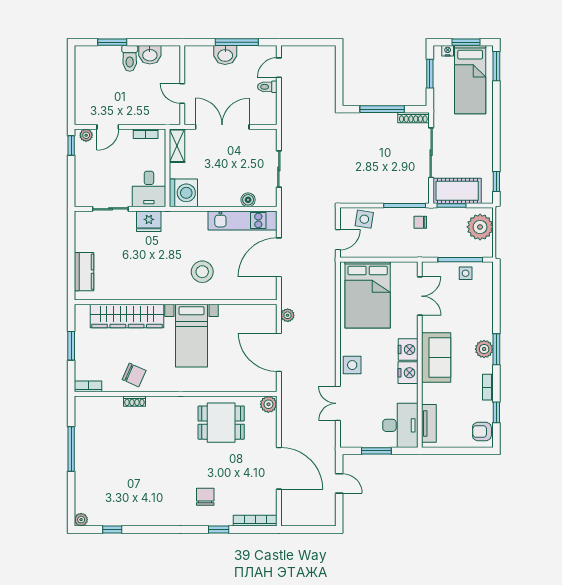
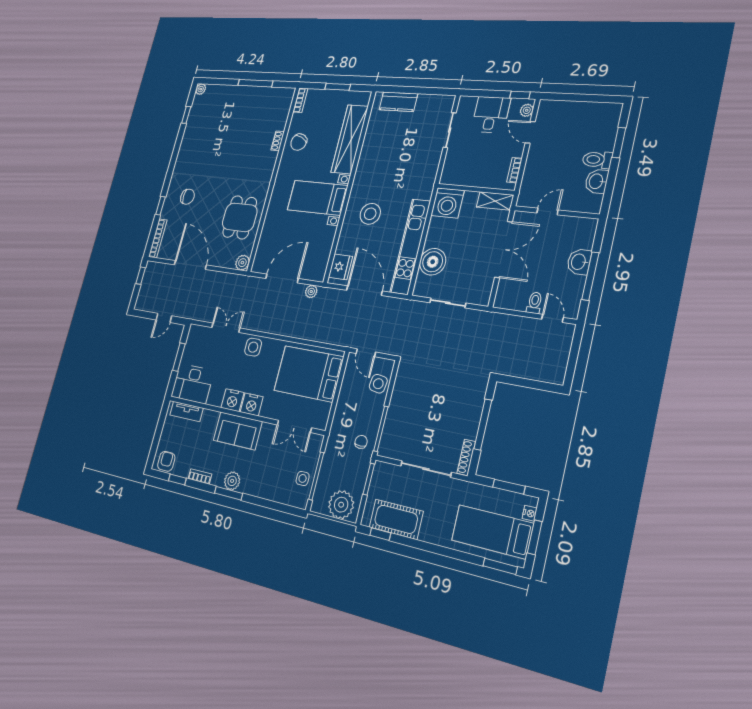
desk: (149, 189) -> (491, 115), moved, turned 90
cot: (457, 191) -> (396, 519), moved, turned 90
boiler: (248, 200) -> (433, 262), width x1.86, depth x1.86
kitchen unit: (242, 220) -> (410, 246), width x1.36
fridge: (149, 221) -> (340, 267), moved, turned 180
door: (279, 468) -> (190, 265), swing flipped
window: (298, 529) -> (141, 276), added

